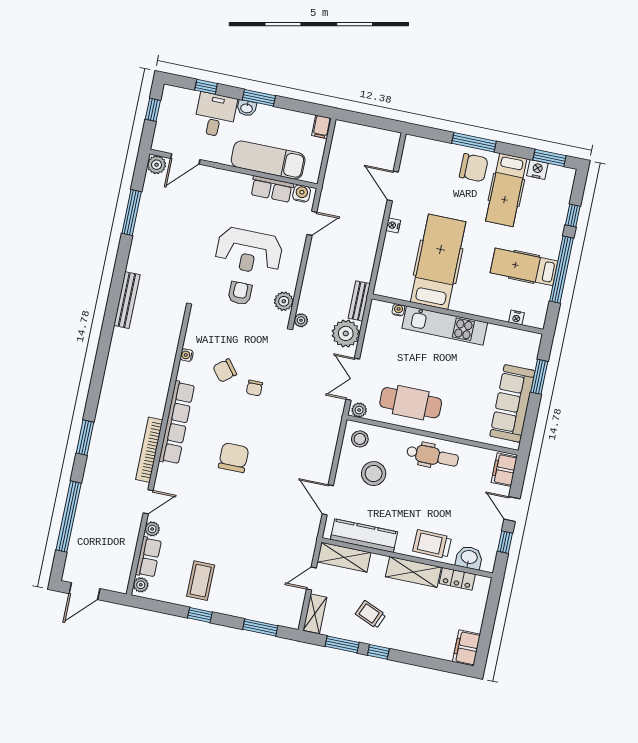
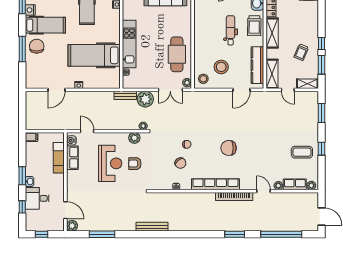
exam couch: (268, 160) -> (59, 158), width x0.73, depth x0.69
dental chair: (433, 456) -> (231, 30), moved

